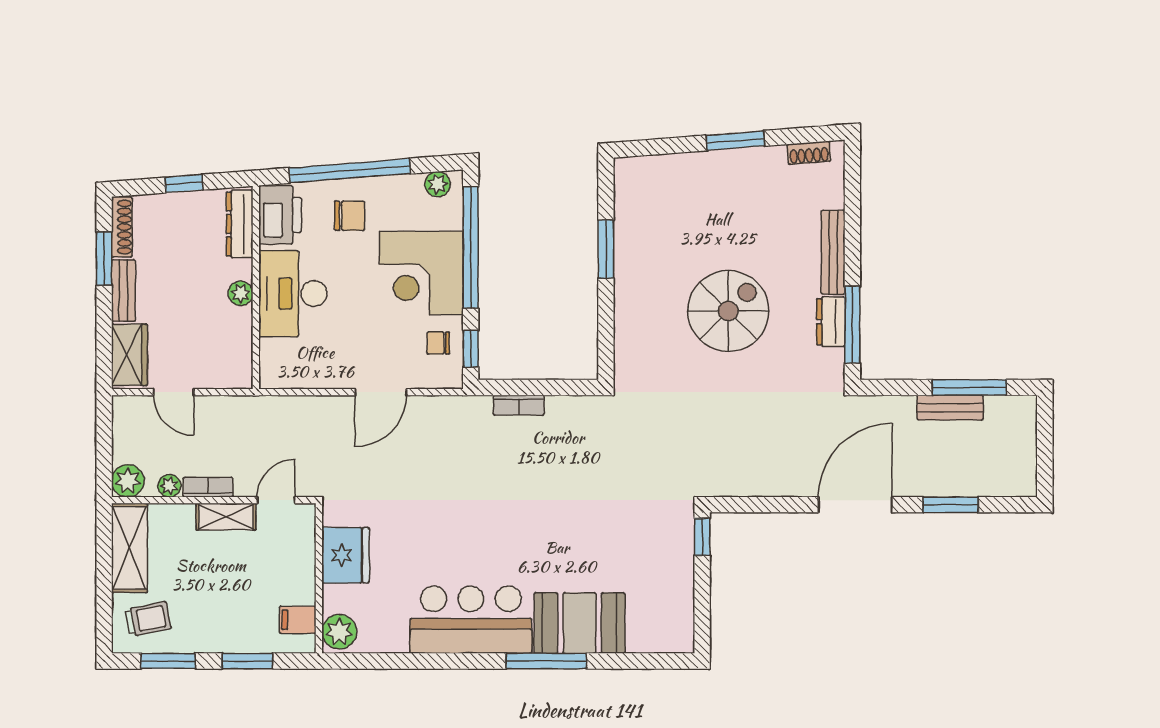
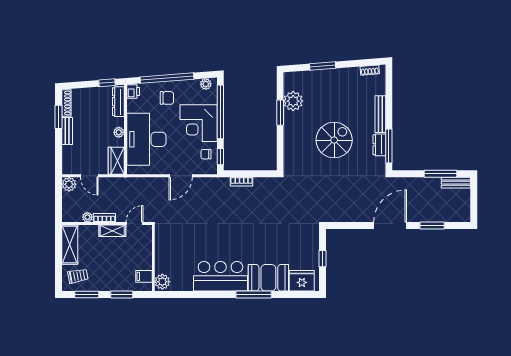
window: (735, 141) -> (323, 66), moved
window: (184, 184) -> (107, 83), moved
printer: (280, 215) -> (133, 92), width x0.53, depth x0.68
plant: (636, 223) -> (293, 101), added
desk: (293, 294) -> (146, 139), width x1.36, depth x1.30
wardrobe: (129, 355) -> (116, 161), moved, turned 180
bench: (950, 408) -> (456, 183), moved
plant: (128, 481) -> (69, 184), moved
window: (702, 537) -> (323, 259), moved
fridge: (346, 555) -> (302, 281), moved, turned -90

